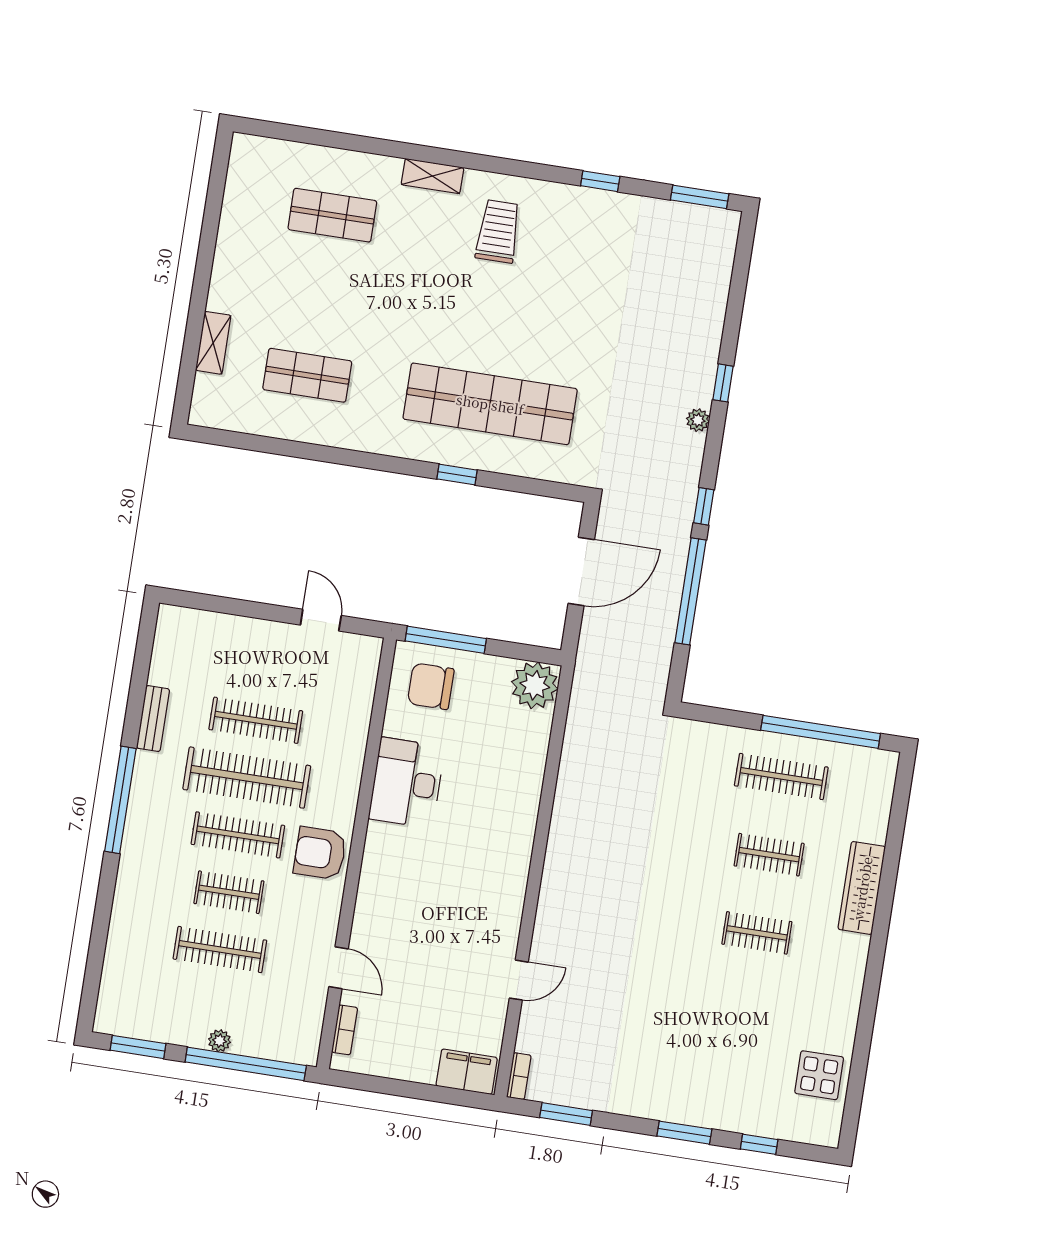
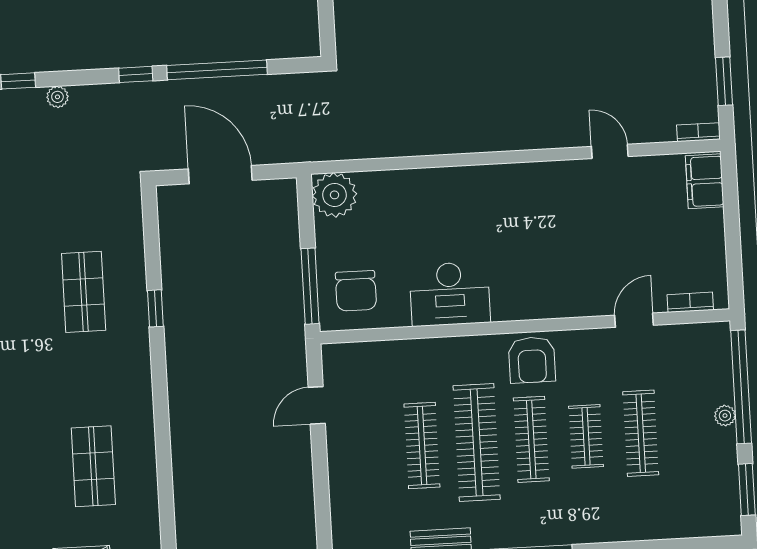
shop shelf: (490, 404) -> (84, 292), width x0.50, depth x0.74

